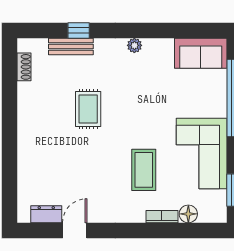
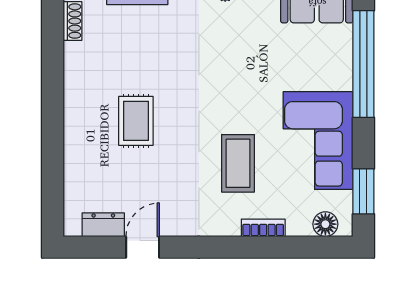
rug: (88, 109) -> (136, 121), moved
floor lamp: (188, 214) -> (325, 224), moved

